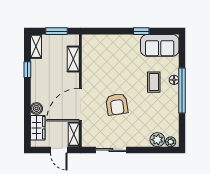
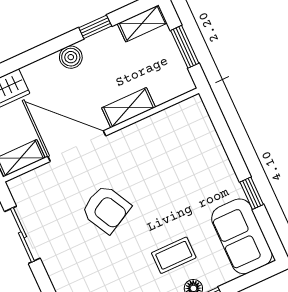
shelving: (73, 59) -> (129, 108), moved
armchair: (117, 104) -> (106, 209), turned -110
boiler: (36, 108) -> (71, 57), moved

